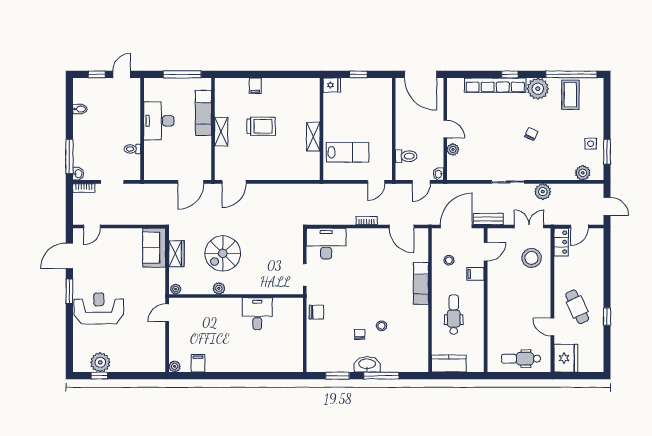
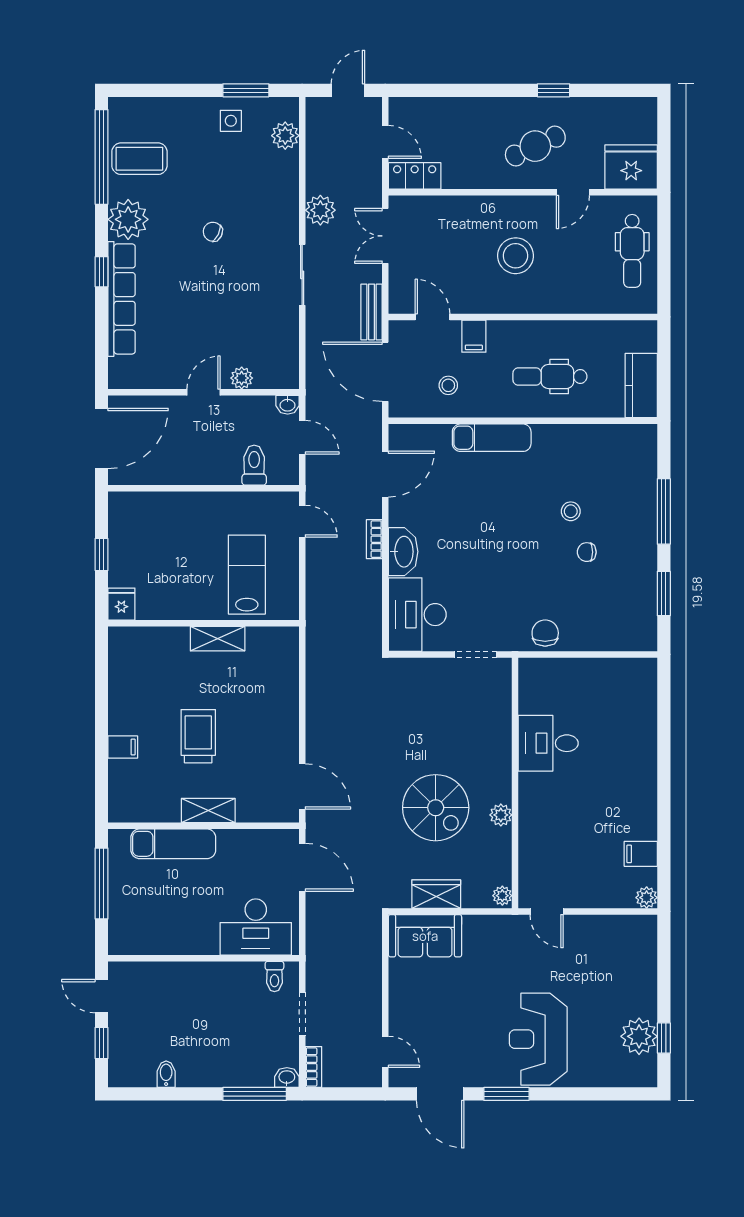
desk: (159, 121) -> (256, 927), moved
toilet: (132, 149) -> (274, 976), moved
stool: (531, 258) -> (516, 256), moved
washbasin: (367, 364) -> (403, 552), moved, turned 180

